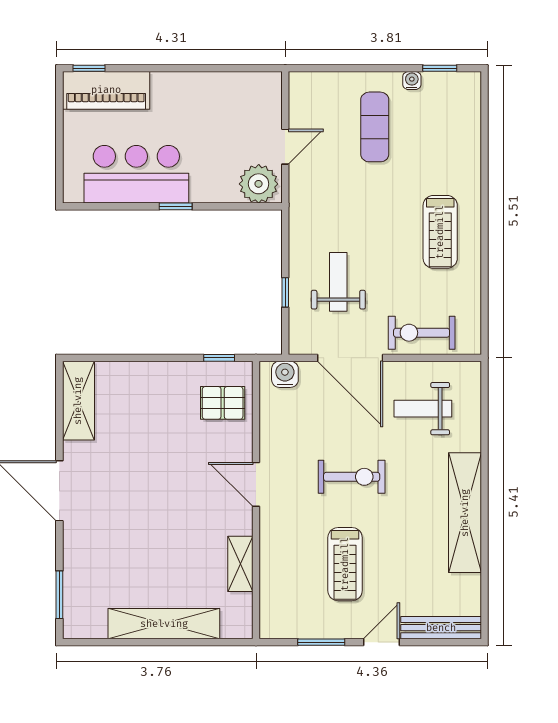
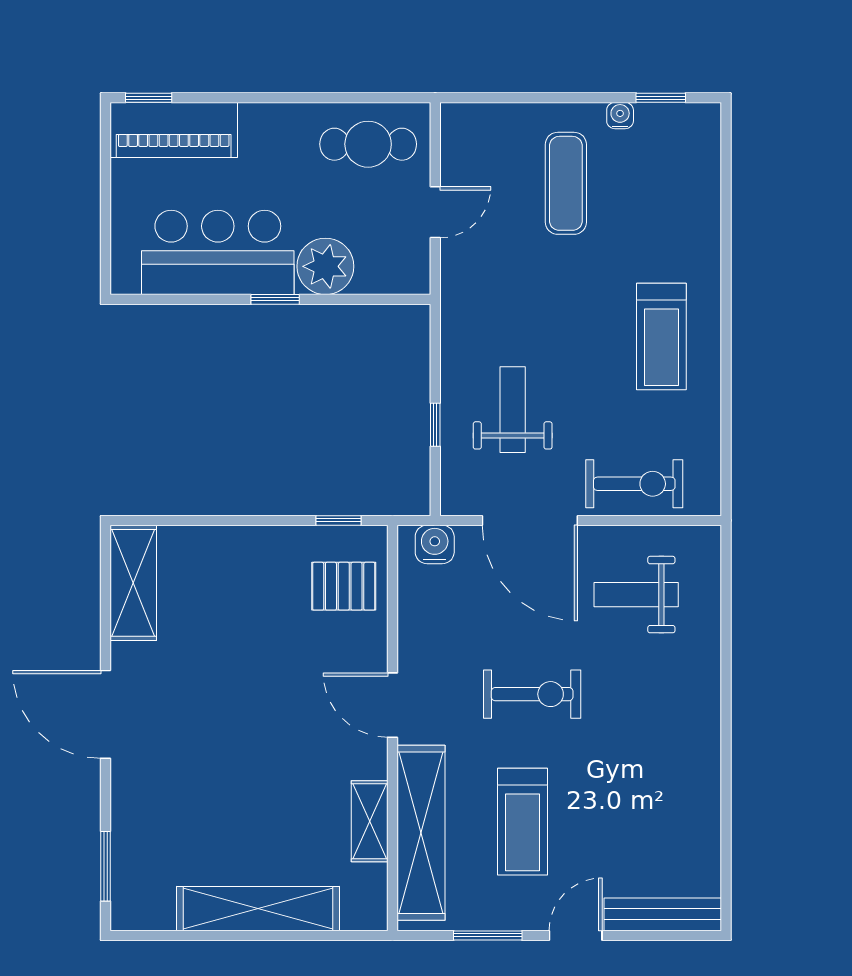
cafe table: (239, 100) -> (368, 144), added
plant: (259, 184) -> (325, 266), moved
exercise bike: (422, 333) -> (634, 484), turned 180
shelving: (465, 513) -> (421, 833), moved

